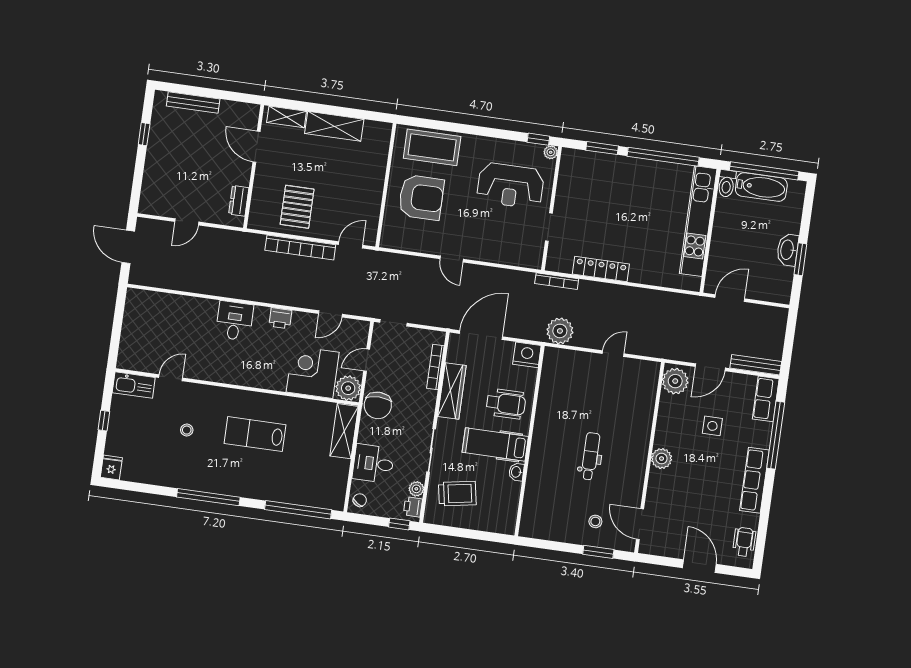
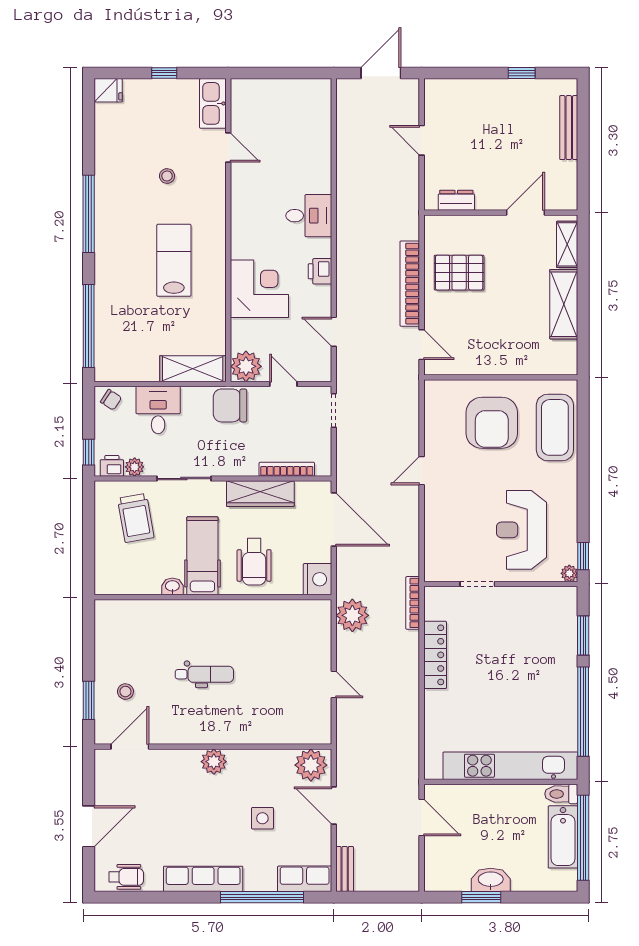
bench: (756, 365) -> (345, 869), width x0.73
corner desk: (313, 372) -> (259, 289), moved

